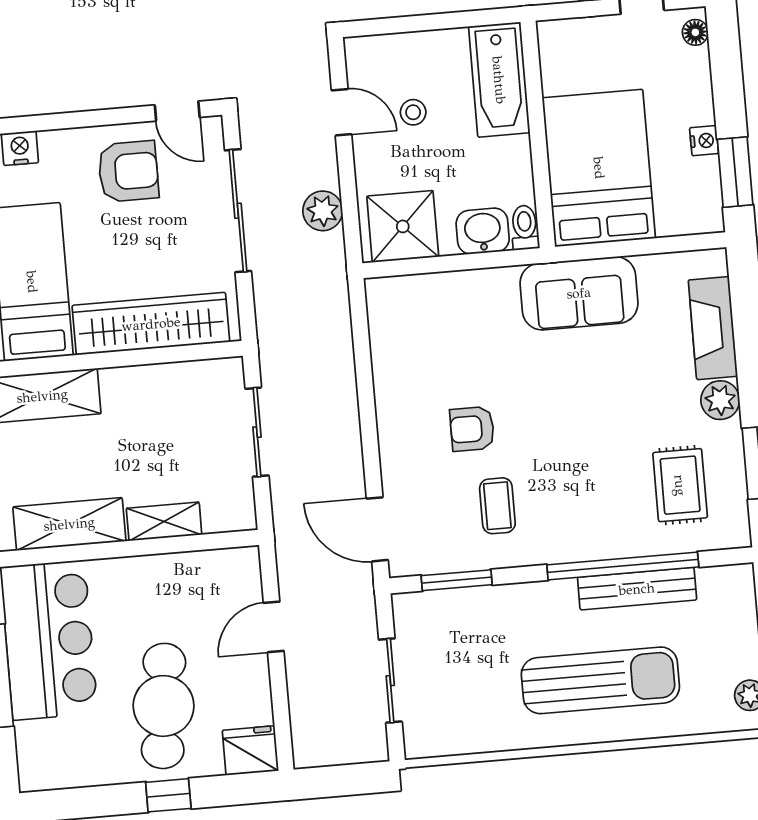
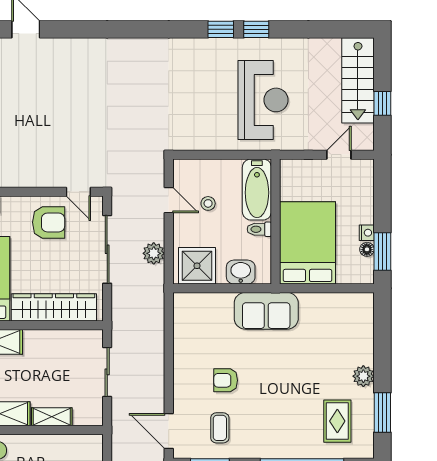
floor lamp: (695, 32) -> (367, 249), moved
toilet: (525, 227) -> (259, 229), moved, turned -90
sofa: (579, 293) -> (266, 311), moved
fireplace: (713, 328) -> (363, 336), removed
coffee table: (497, 506) -> (220, 428), moved

